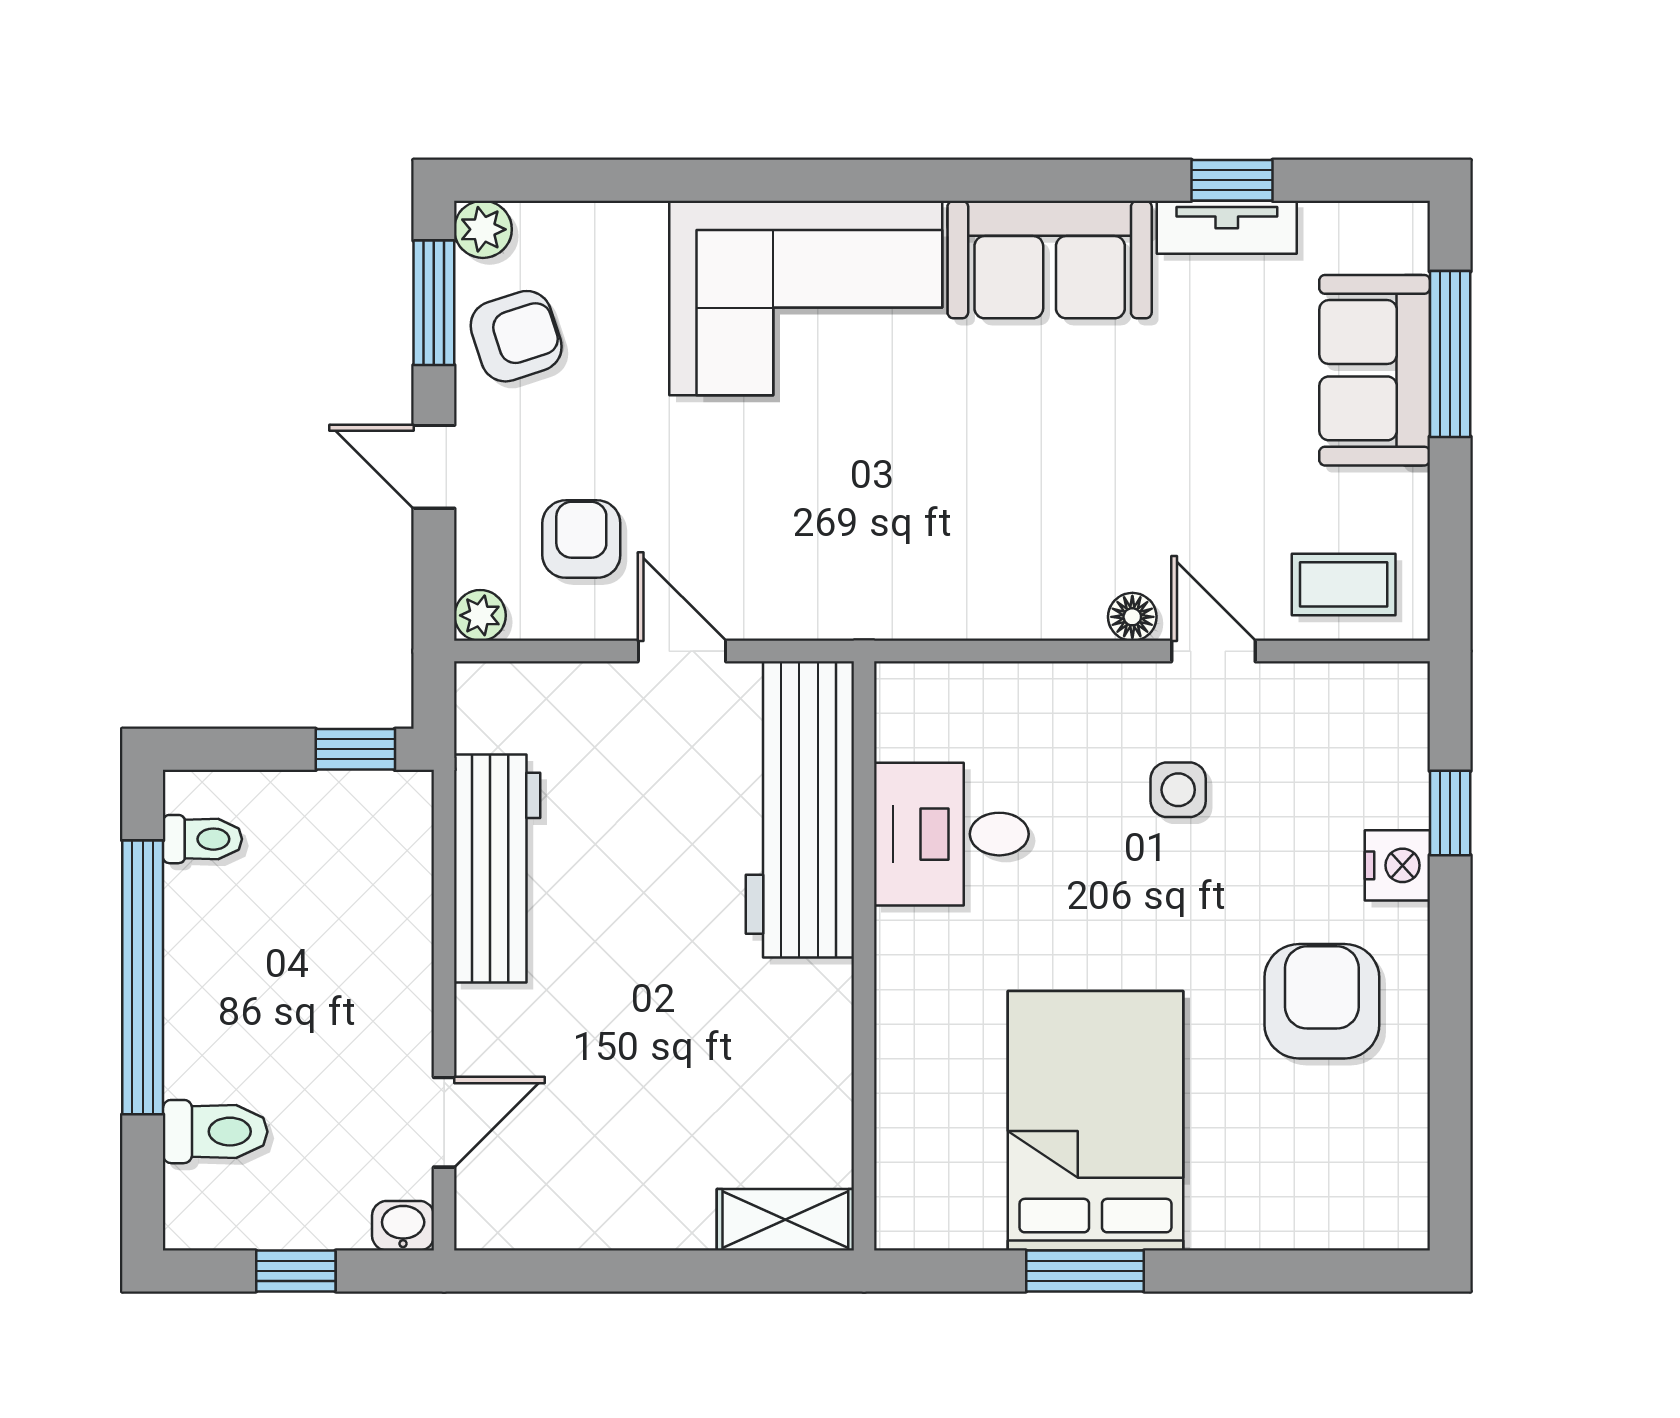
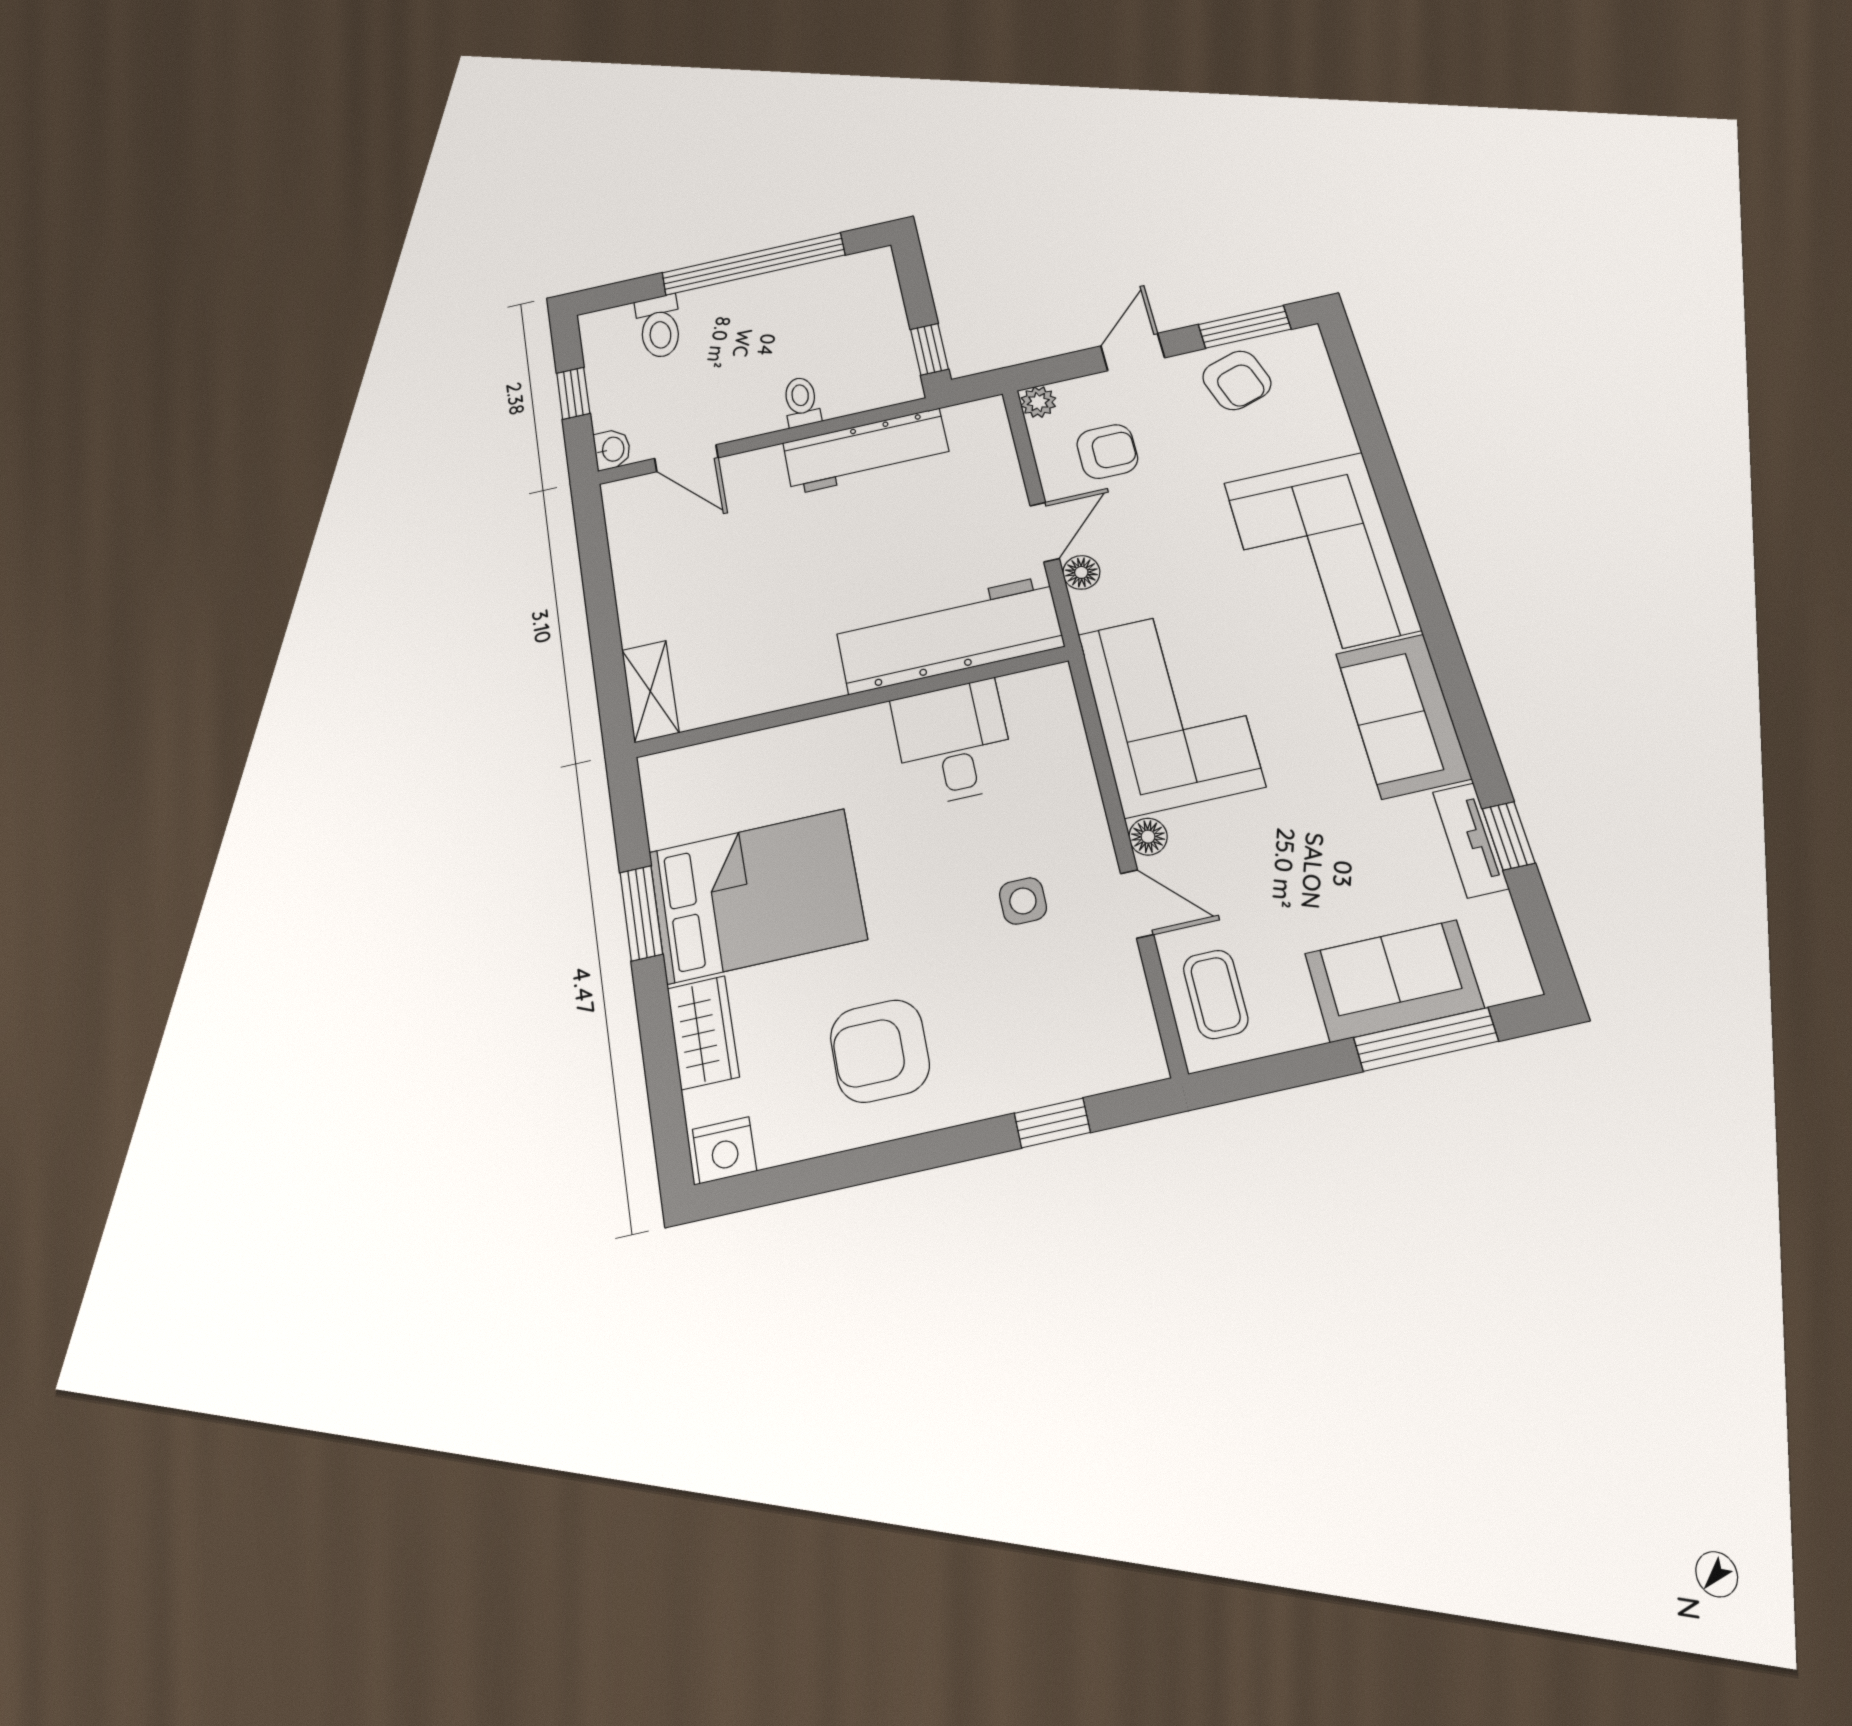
plant: (483, 229) -> (1304, 344), removed
corner sofa: (972, 548) -> (1170, 709), added
floor lamp: (753, 616) -> (1081, 572), added
door: (1213, 651) -> (1137, 904), hinge flipped
toilet: (202, 839) -> (801, 402), moved, turned 180
nightstand: (1397, 865) -> (724, 1150), moved
armchair: (1322, 1001) -> (880, 1051), turned 180
wardrobe: (1252, 1214) -> (703, 1032), added

